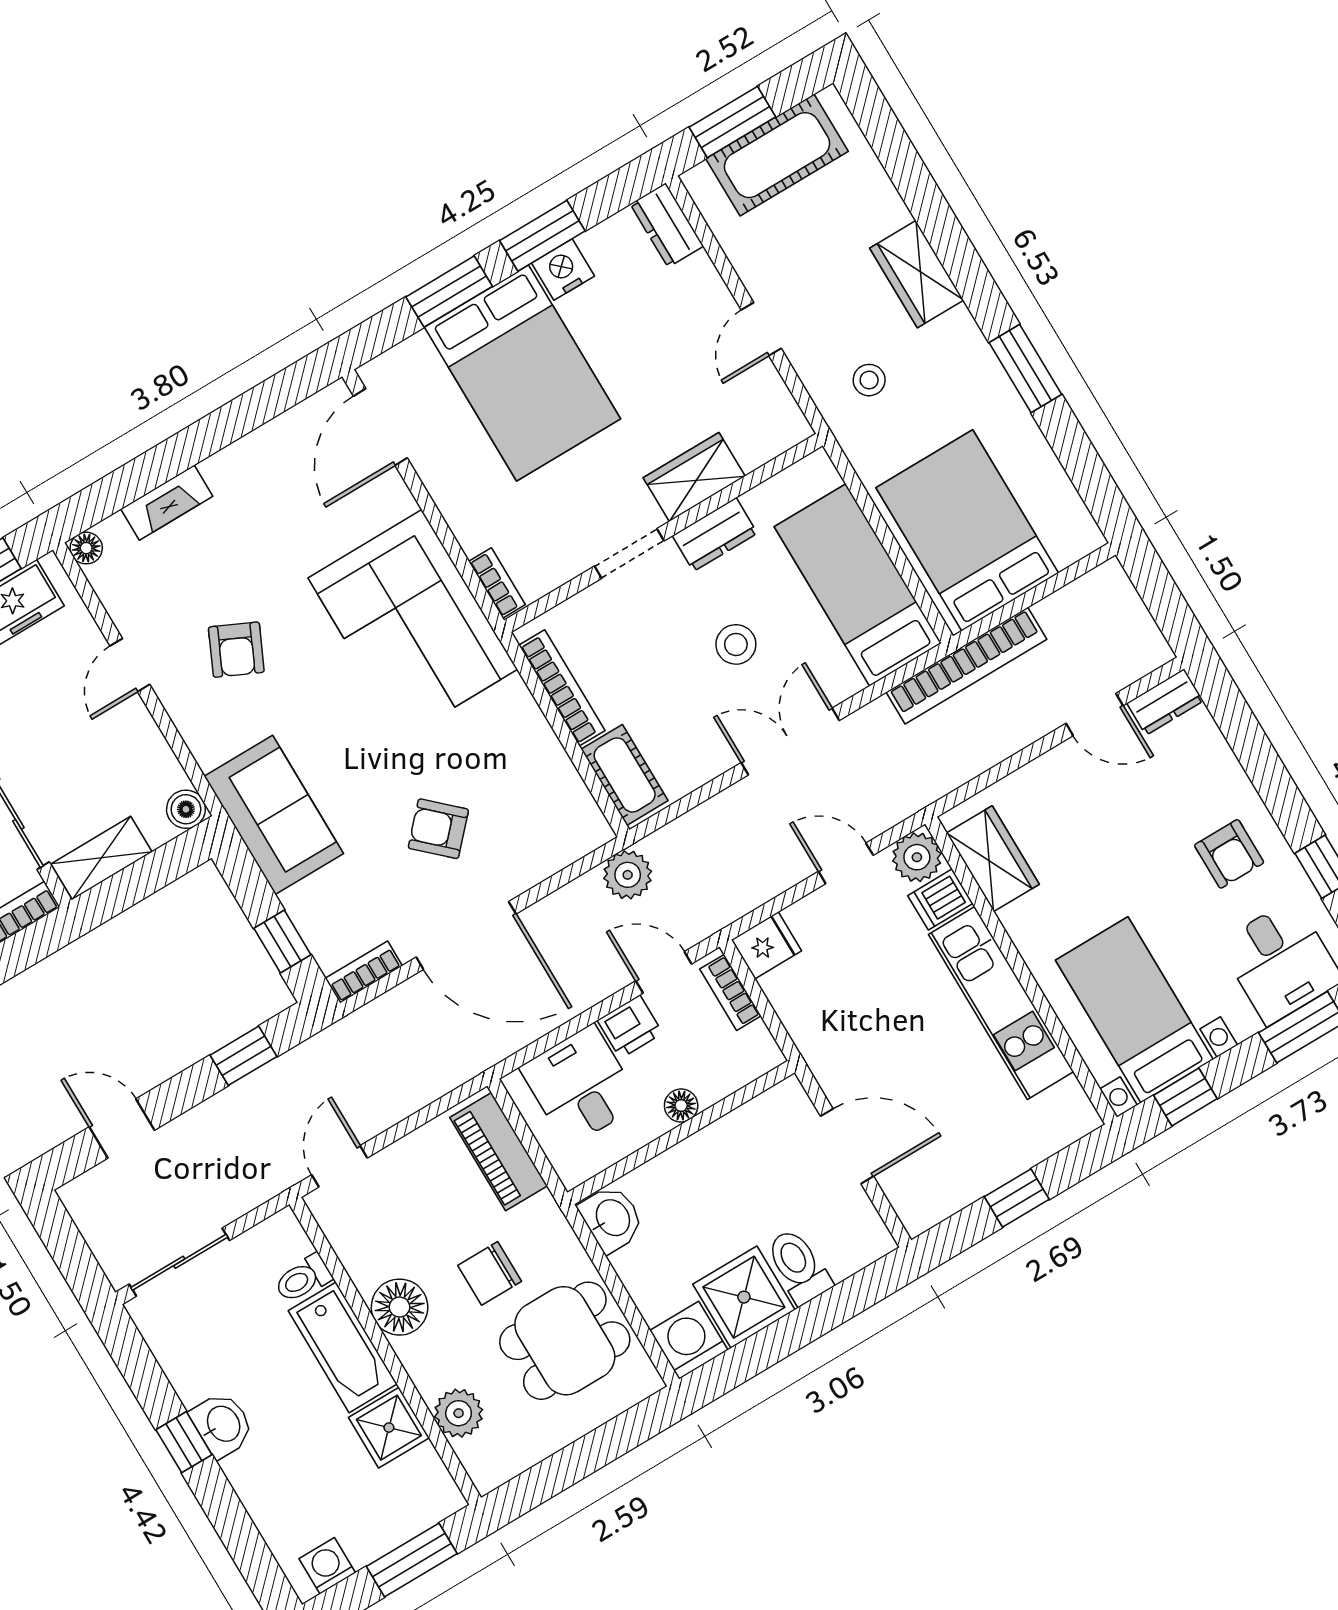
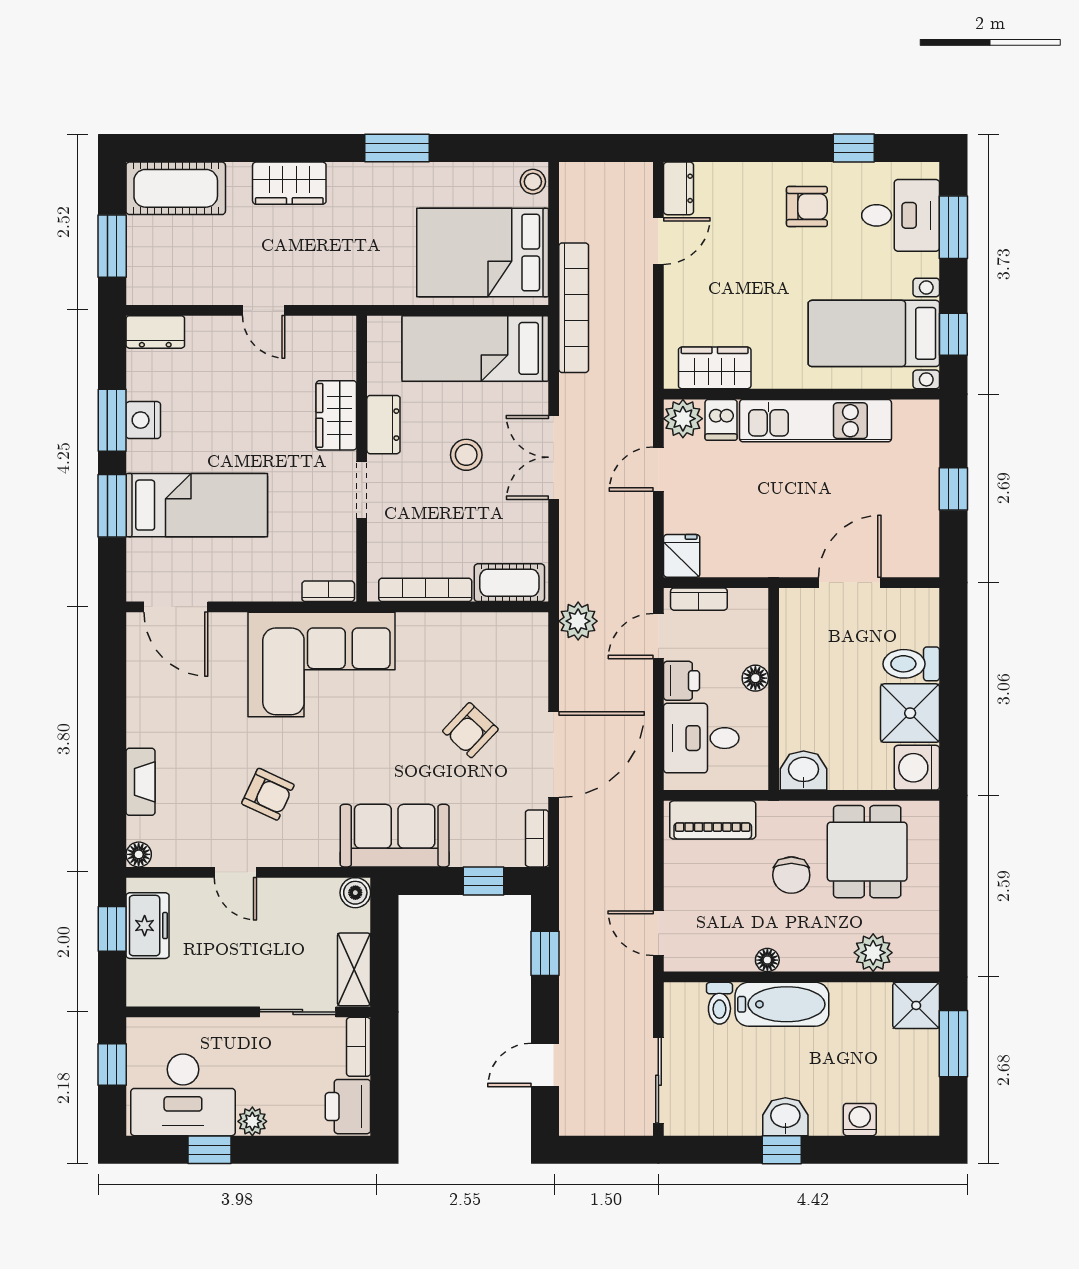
cot: (777, 155) -> (176, 188), moved, turned 90
bed: (522, 373) -> (197, 505), width x0.67
stool: (869, 380) -> (533, 182), moved
floor lamp: (400, 1307) -> (767, 960), width x0.53, depth x0.53
shower: (389, 1428) -> (916, 1005), moved
washing machine: (327, 1566) -> (860, 1120), moved, turned 90

